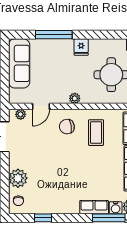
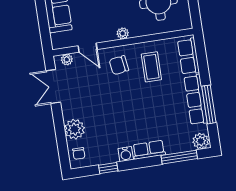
door: (41, 106) -> (88, 48), hinge flipped
row of seats: (94, 207) -> (149, 150), moved
water cooler: (116, 208) -> (126, 154), moved

